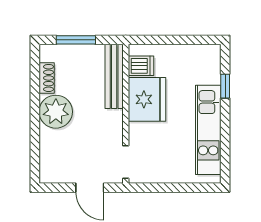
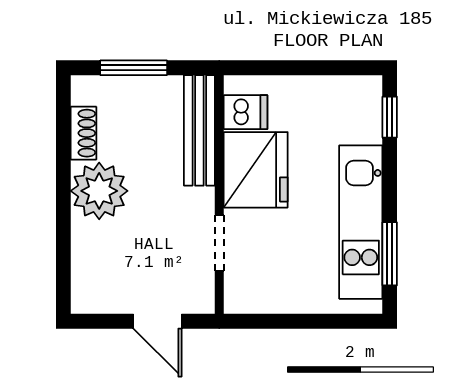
window: (225, 86) -> (390, 117), moved
window: (225, 148) -> (390, 254), added
doorway: (126, 162) -> (219, 243), moved

